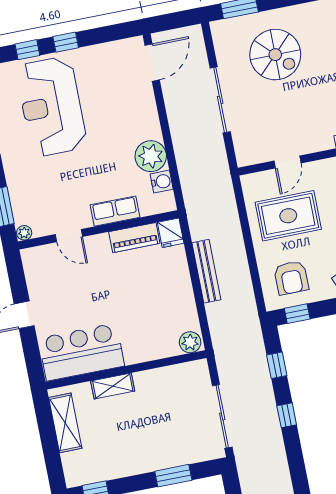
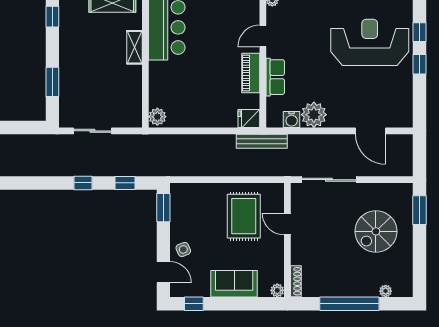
door: (152, 63) -> (370, 131), moved
sliding door: (220, 100) -> (329, 180), moved
piano: (134, 238) -> (251, 73), moved
bench: (206, 271) -> (262, 141), moved
armchair: (291, 278) -> (193, 209), removed
window: (297, 314) -> (163, 208), width x1.50
sliding door: (222, 416) -> (92, 131), width x0.73

